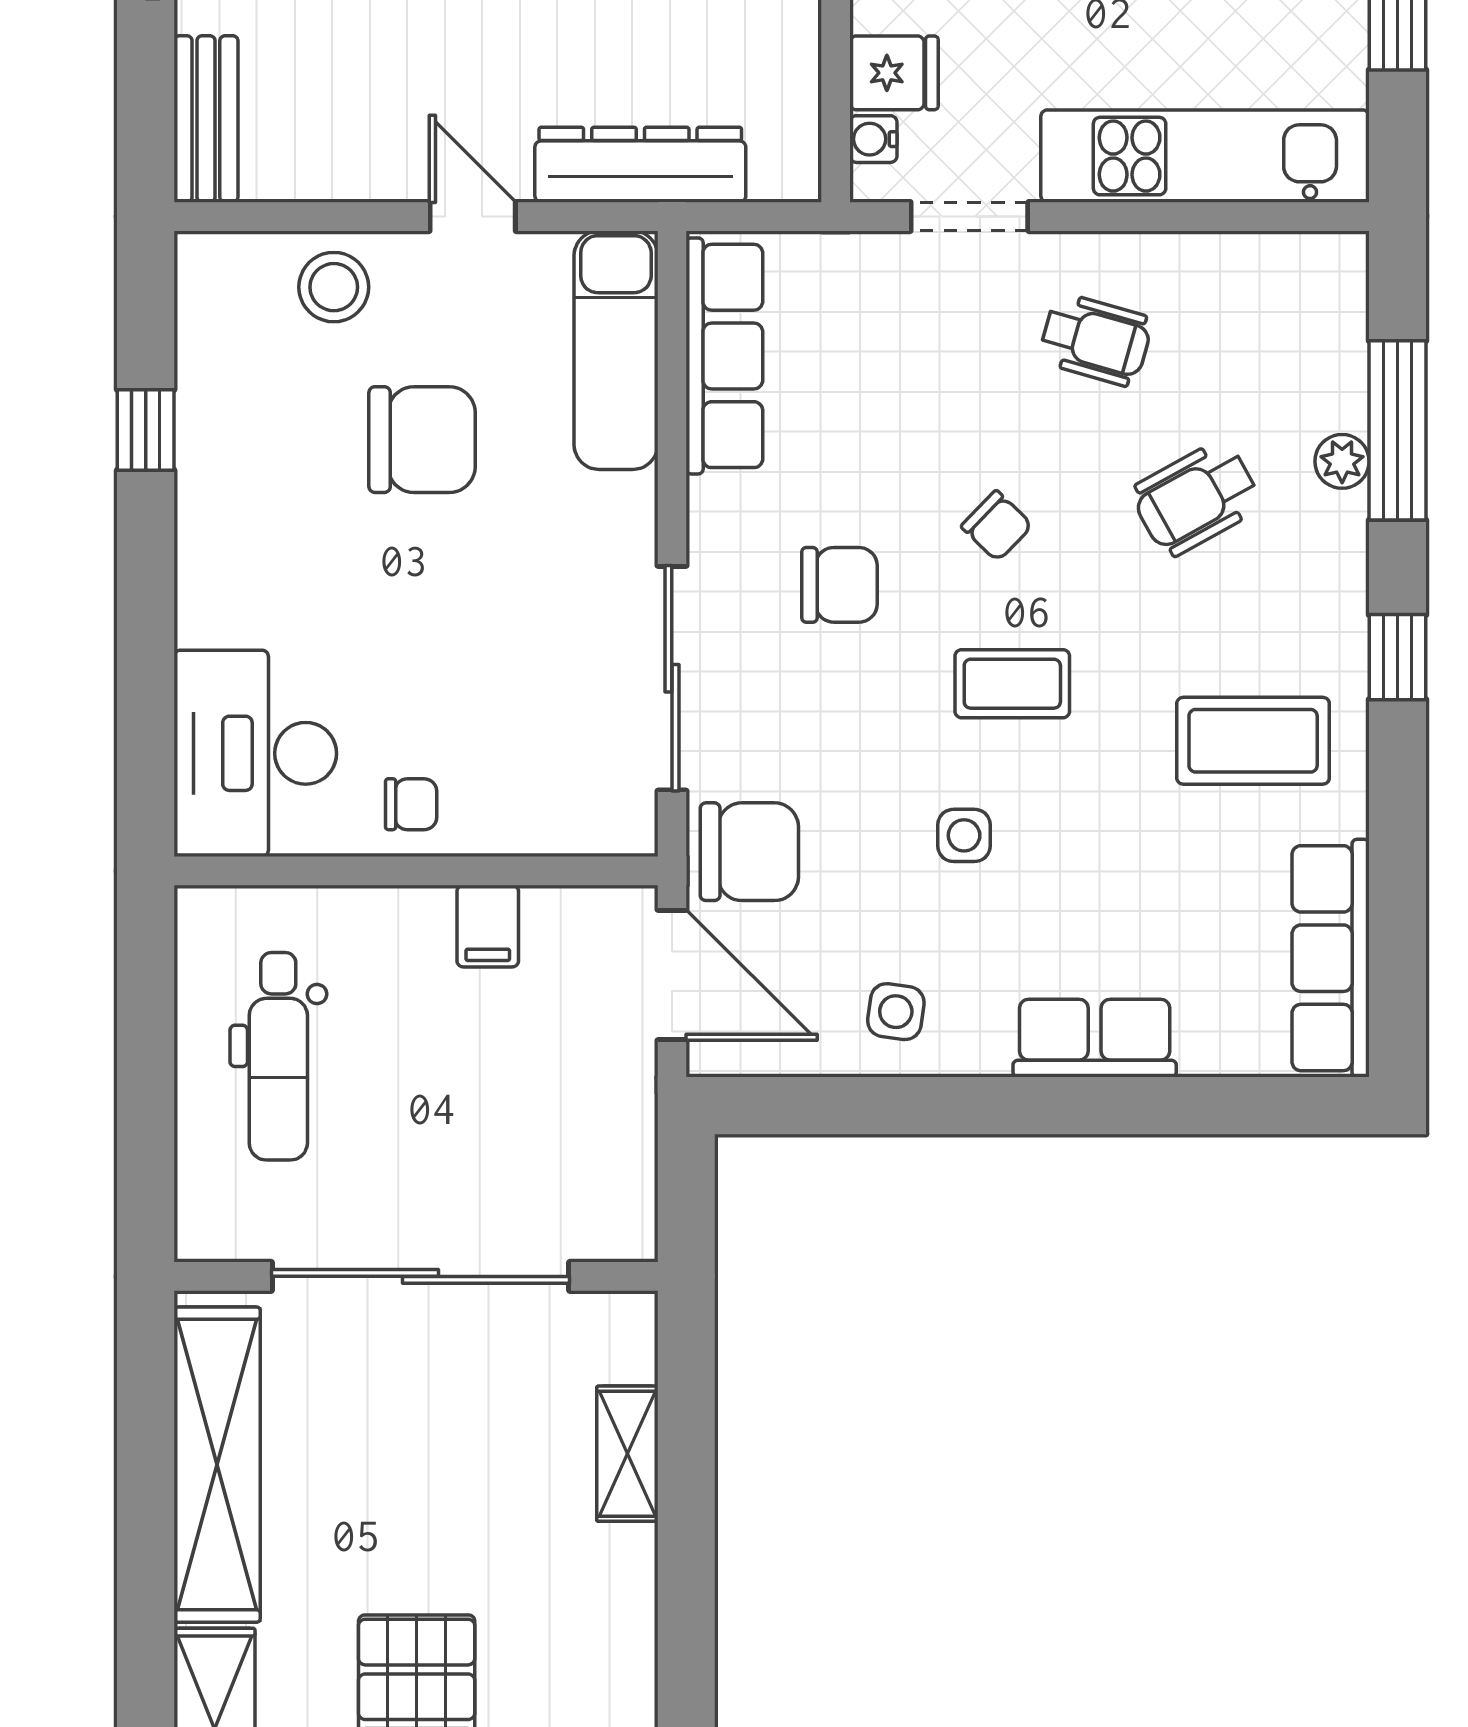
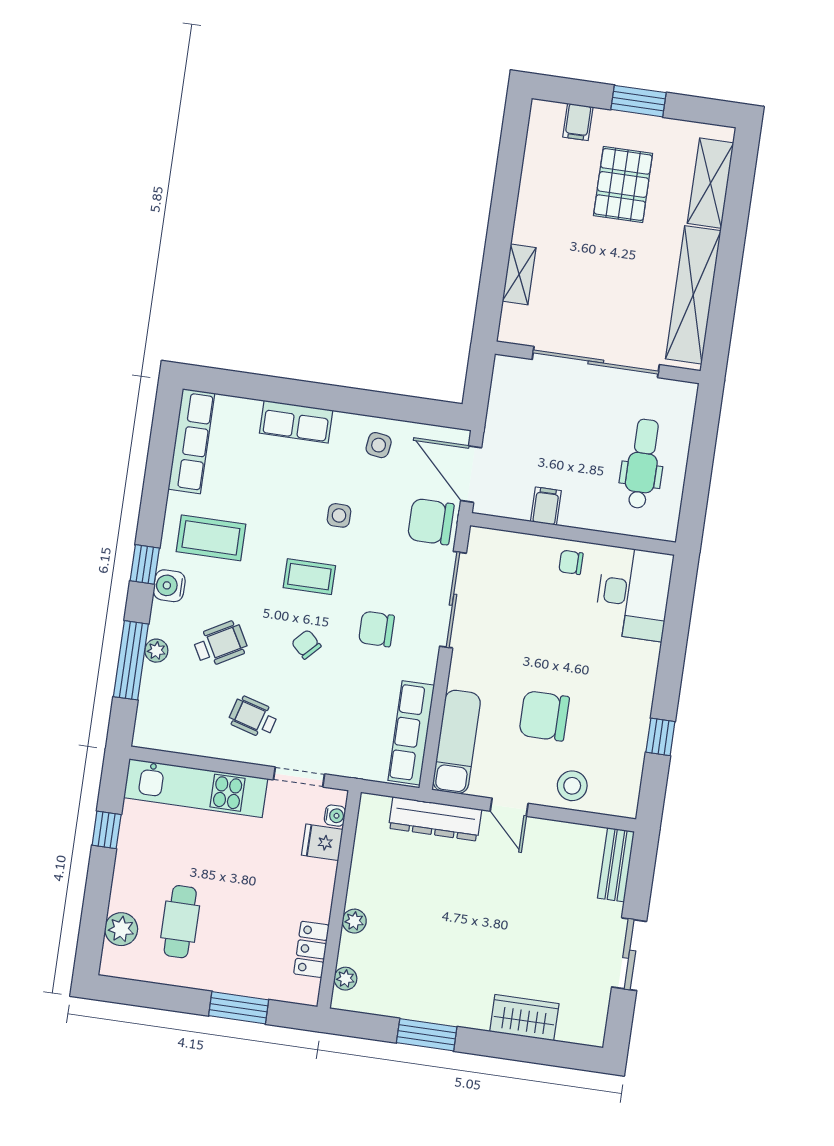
water cooler: (1334, 616) -> (169, 586), added

